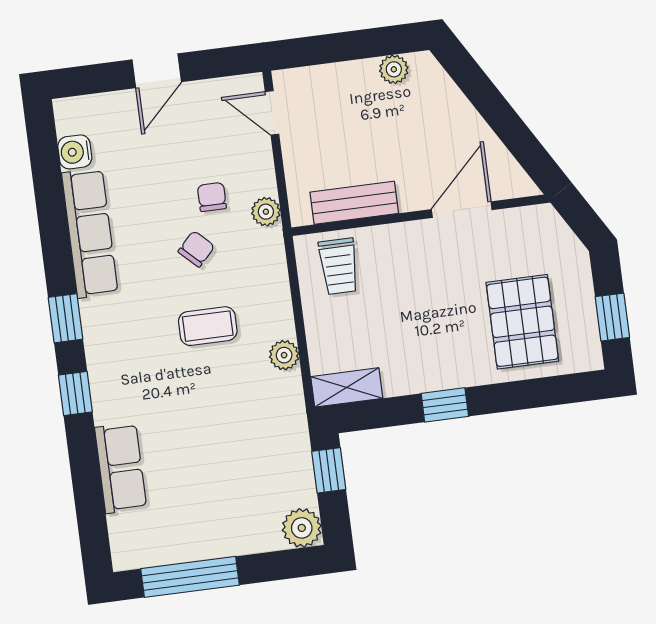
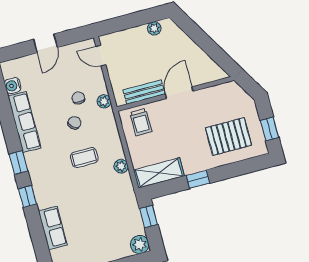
door: (462, 210) -> (179, 93), moved
pallet: (522, 322) -> (228, 137), turned 90
shelving: (347, 387) -> (159, 173), width x1.50, depth x1.33

